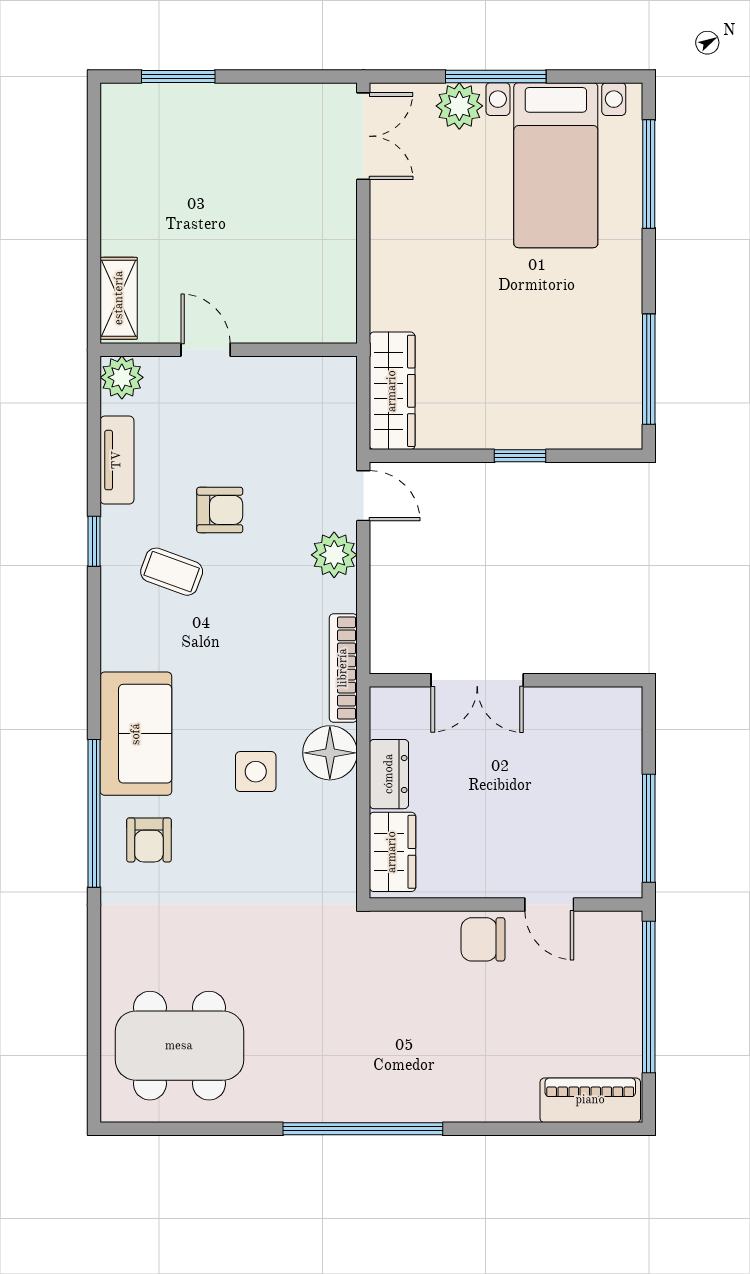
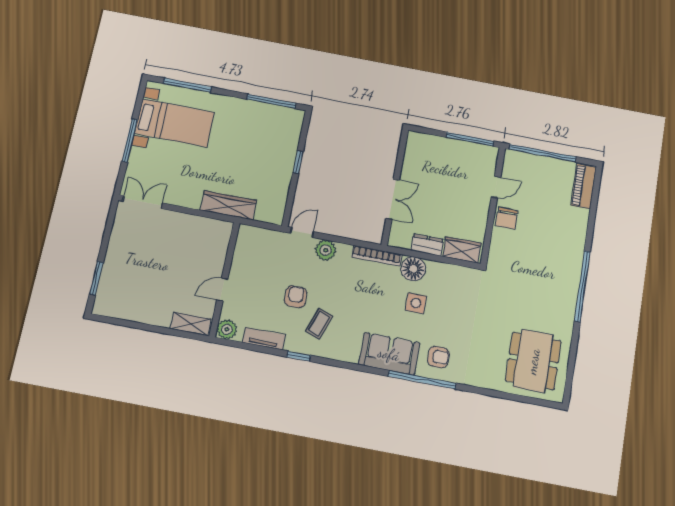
plant: (459, 106) -> (139, 158), removed
wardrobe: (392, 391) -> (228, 205), moved

